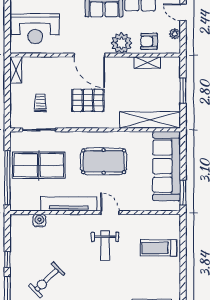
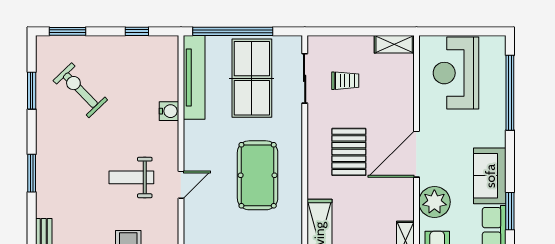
tv unit: (69, 204) -> (194, 77), moved
water cooler: (39, 221) -> (169, 111), moved
window: (7, 259) -> (137, 31), moved

